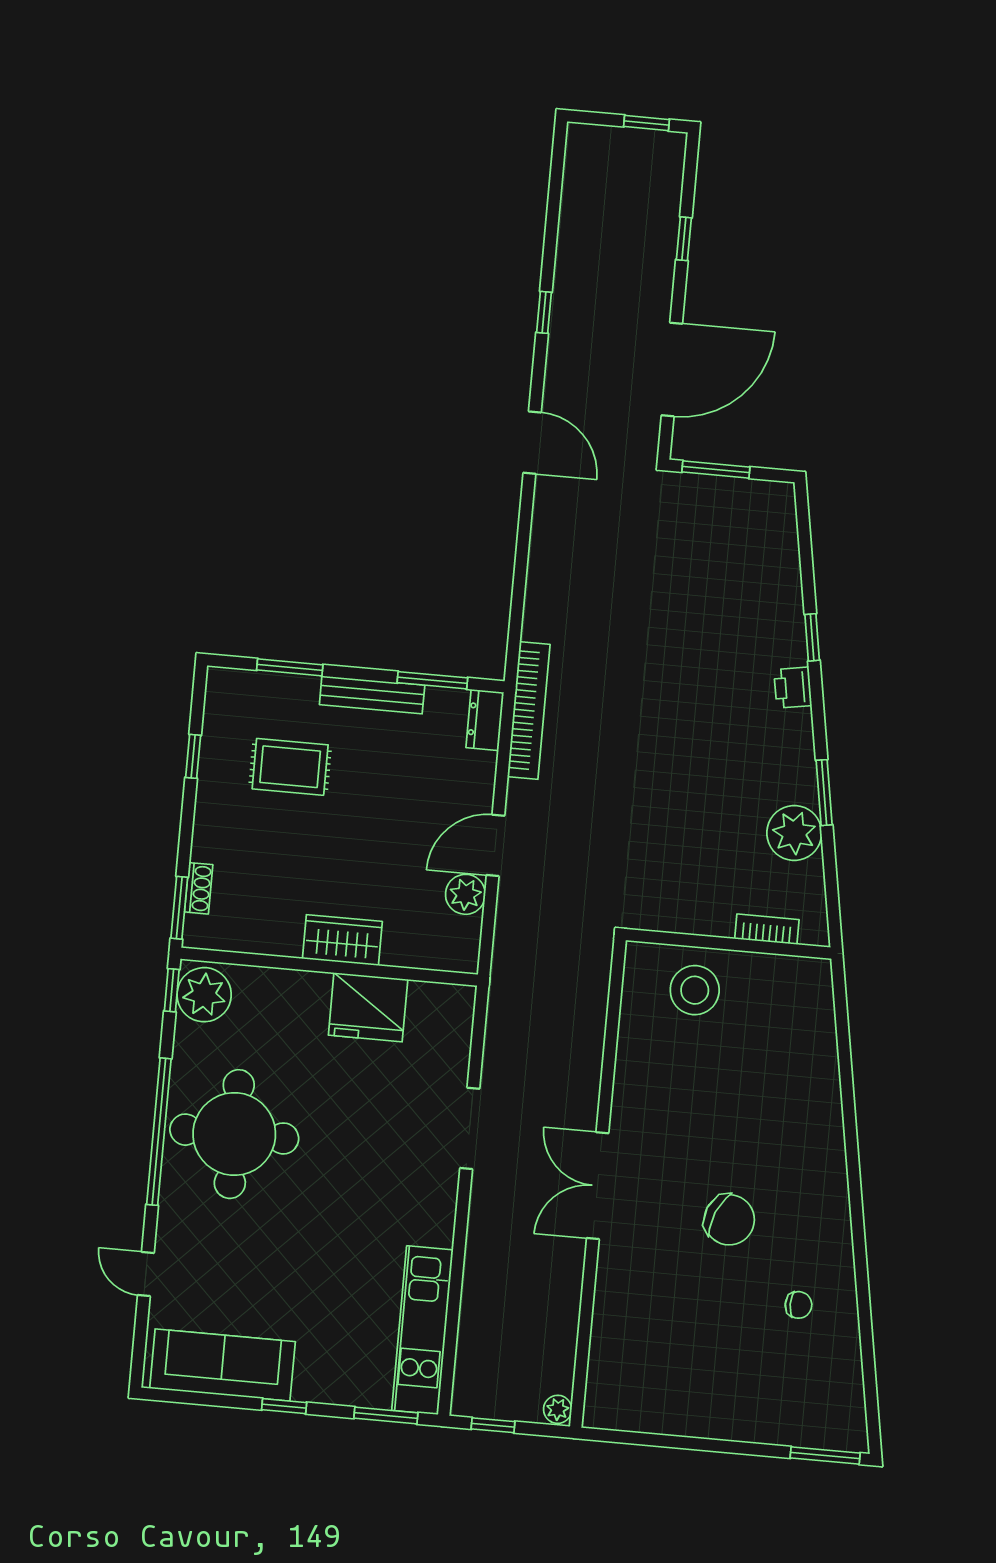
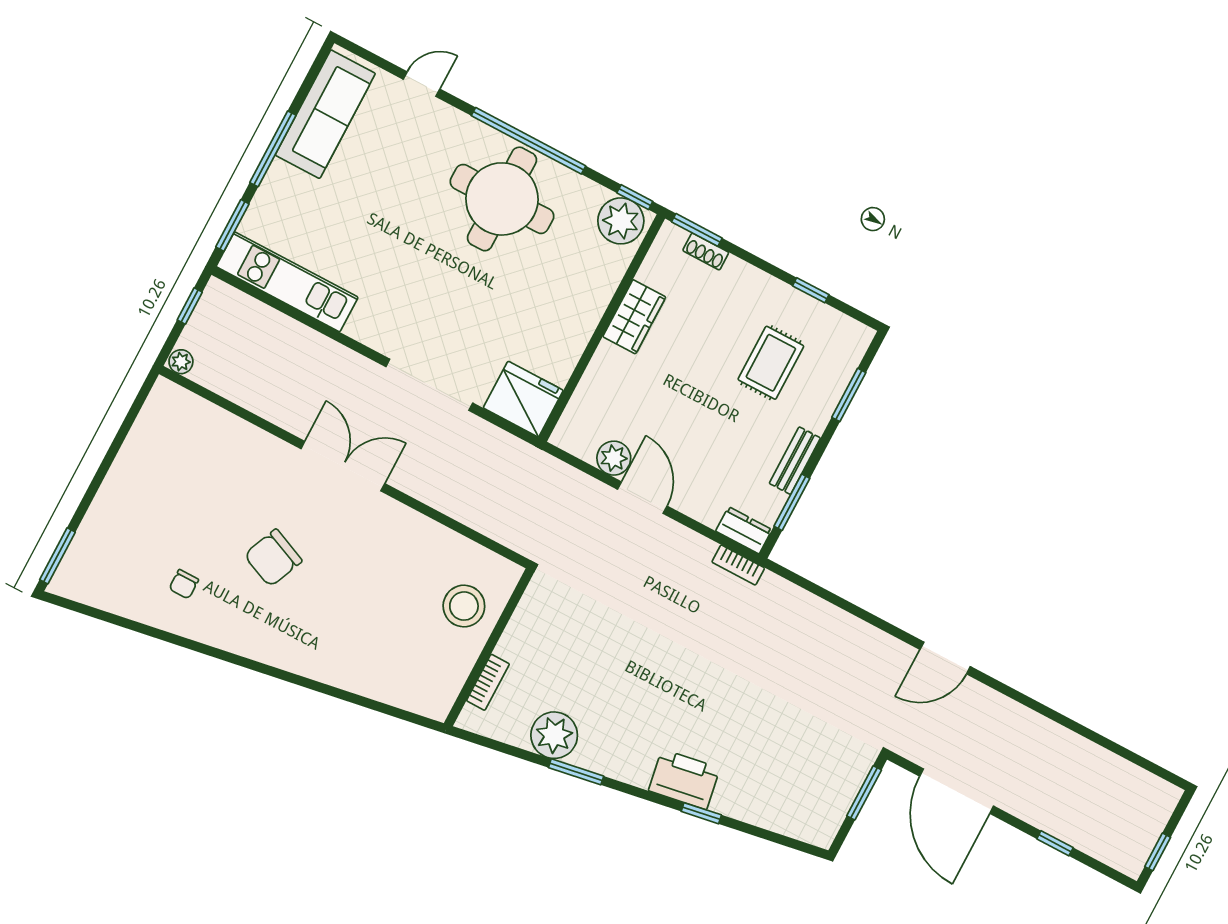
window: (544, 312) -> (1043, 710), removed
printer: (793, 688) -> (684, 779), width x1.87, depth x1.48
bench: (372, 695) -> (795, 461), width x0.73
bookcase: (529, 711) -> (738, 565), width x0.43, depth x0.76
wardrobe: (342, 940) -> (634, 317), moved
fridge: (368, 1007) -> (523, 399), moved, turned 90
doorway: (470, 1128) -> (429, 385), width x1.36
window: (284, 1406) -> (273, 149), width x2.17

